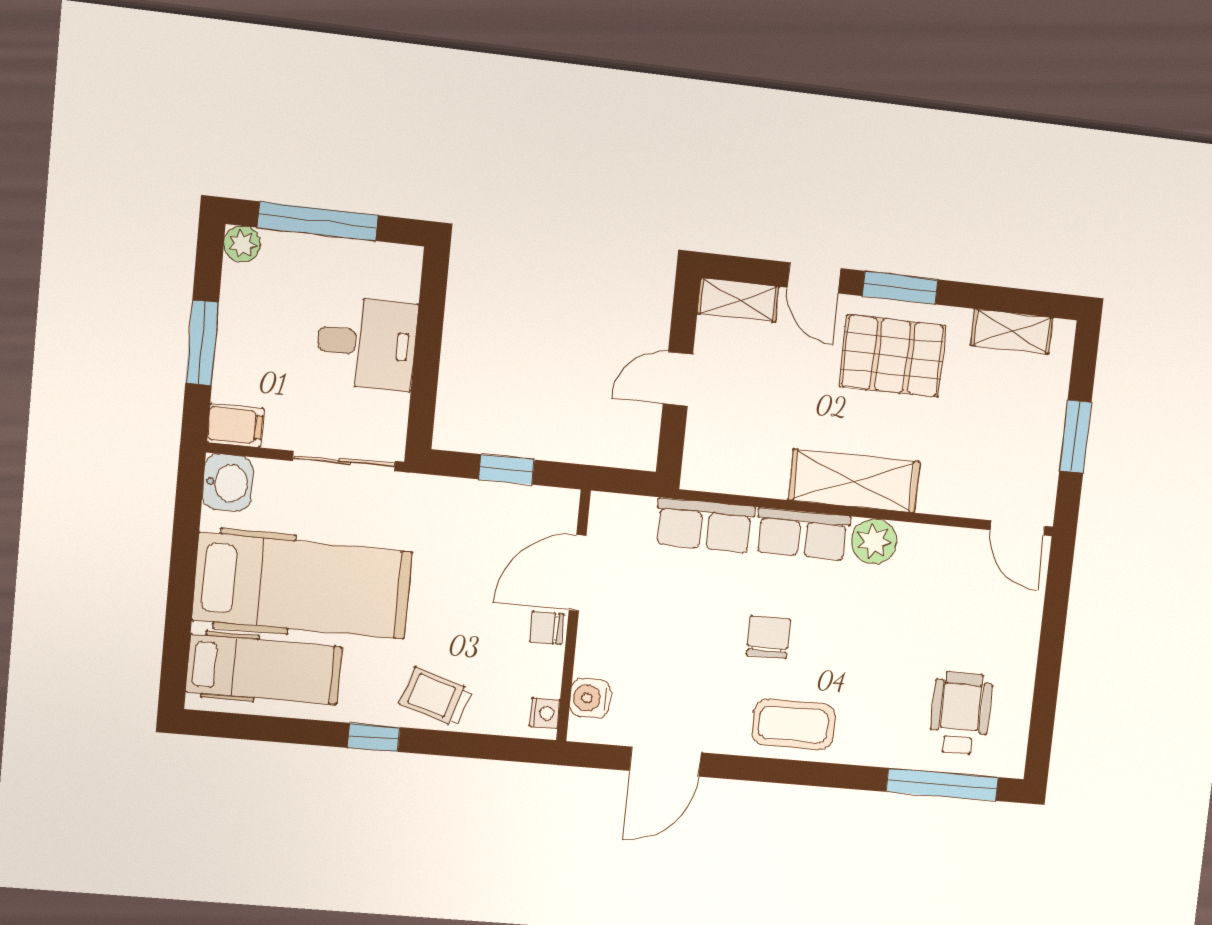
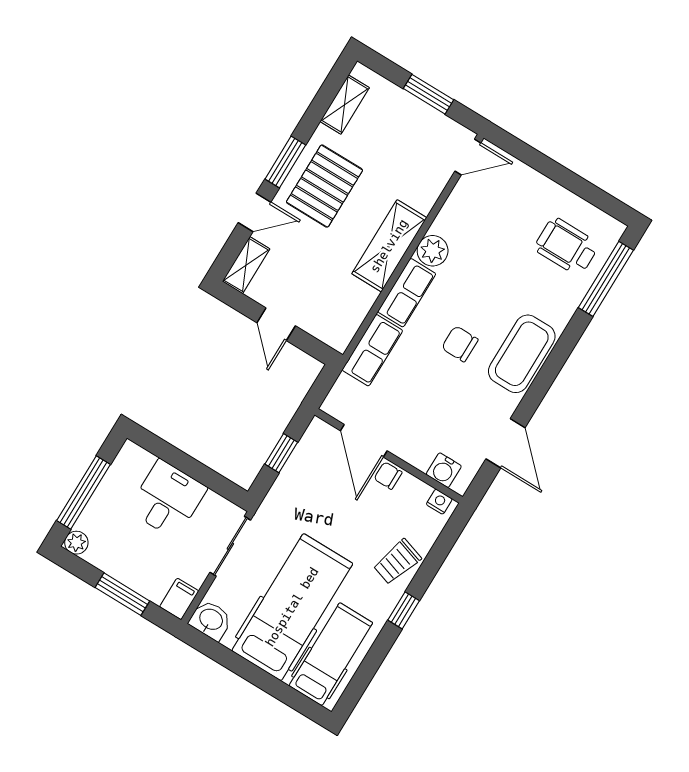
chair: (546, 628) -> (388, 476), turned 90
coffee table: (794, 724) -> (522, 354), width x1.36, depth x1.32

